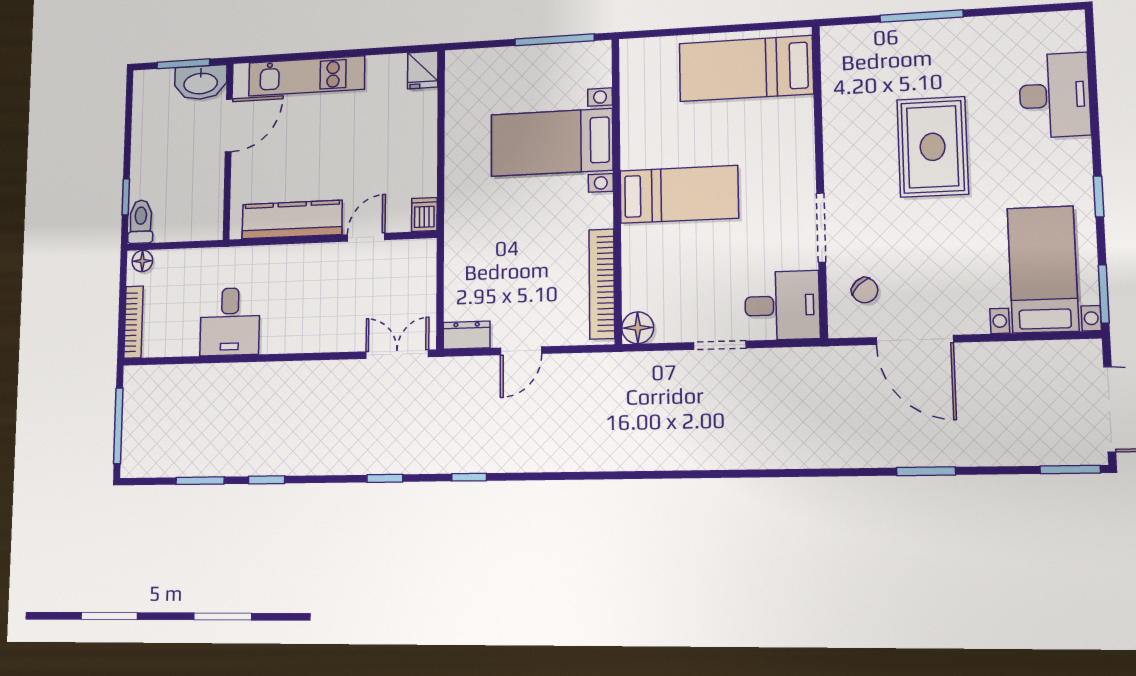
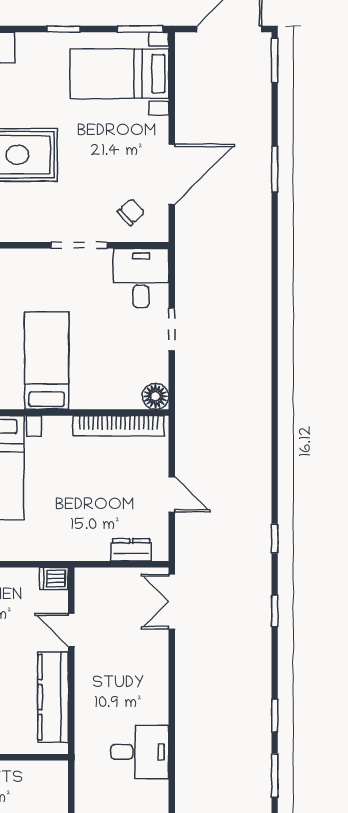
dresser: (467, 335) -> (131, 550), moved, turned 90

